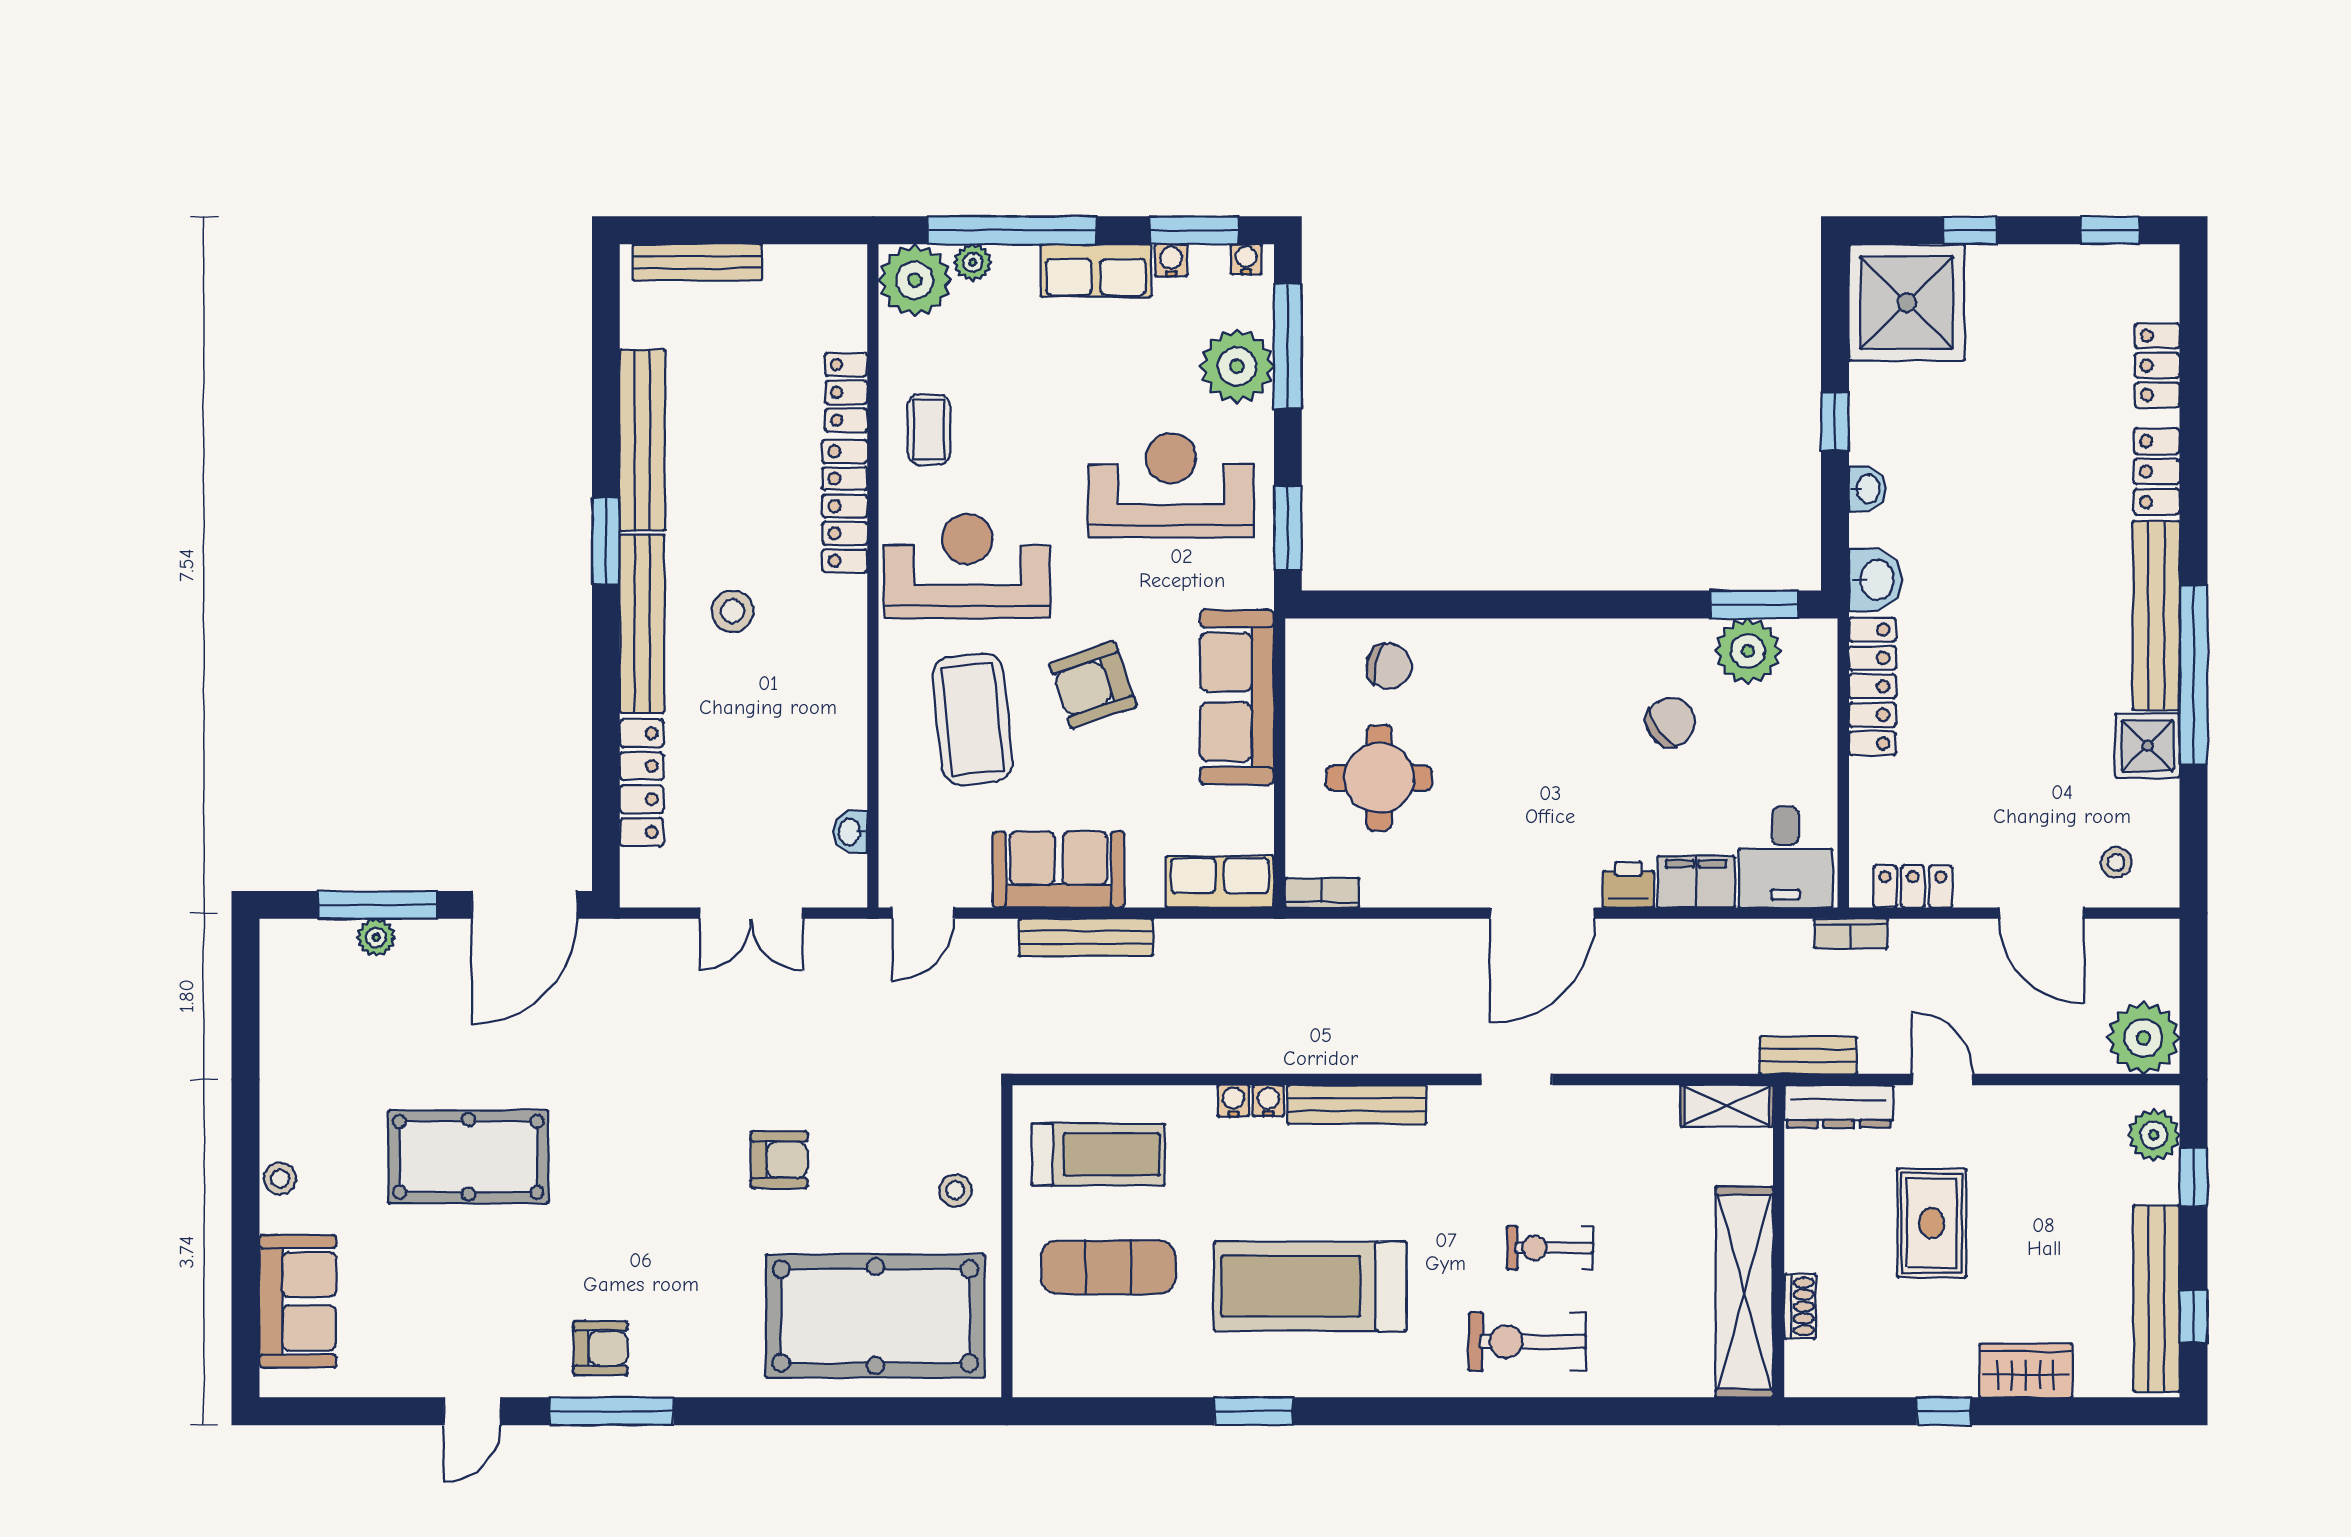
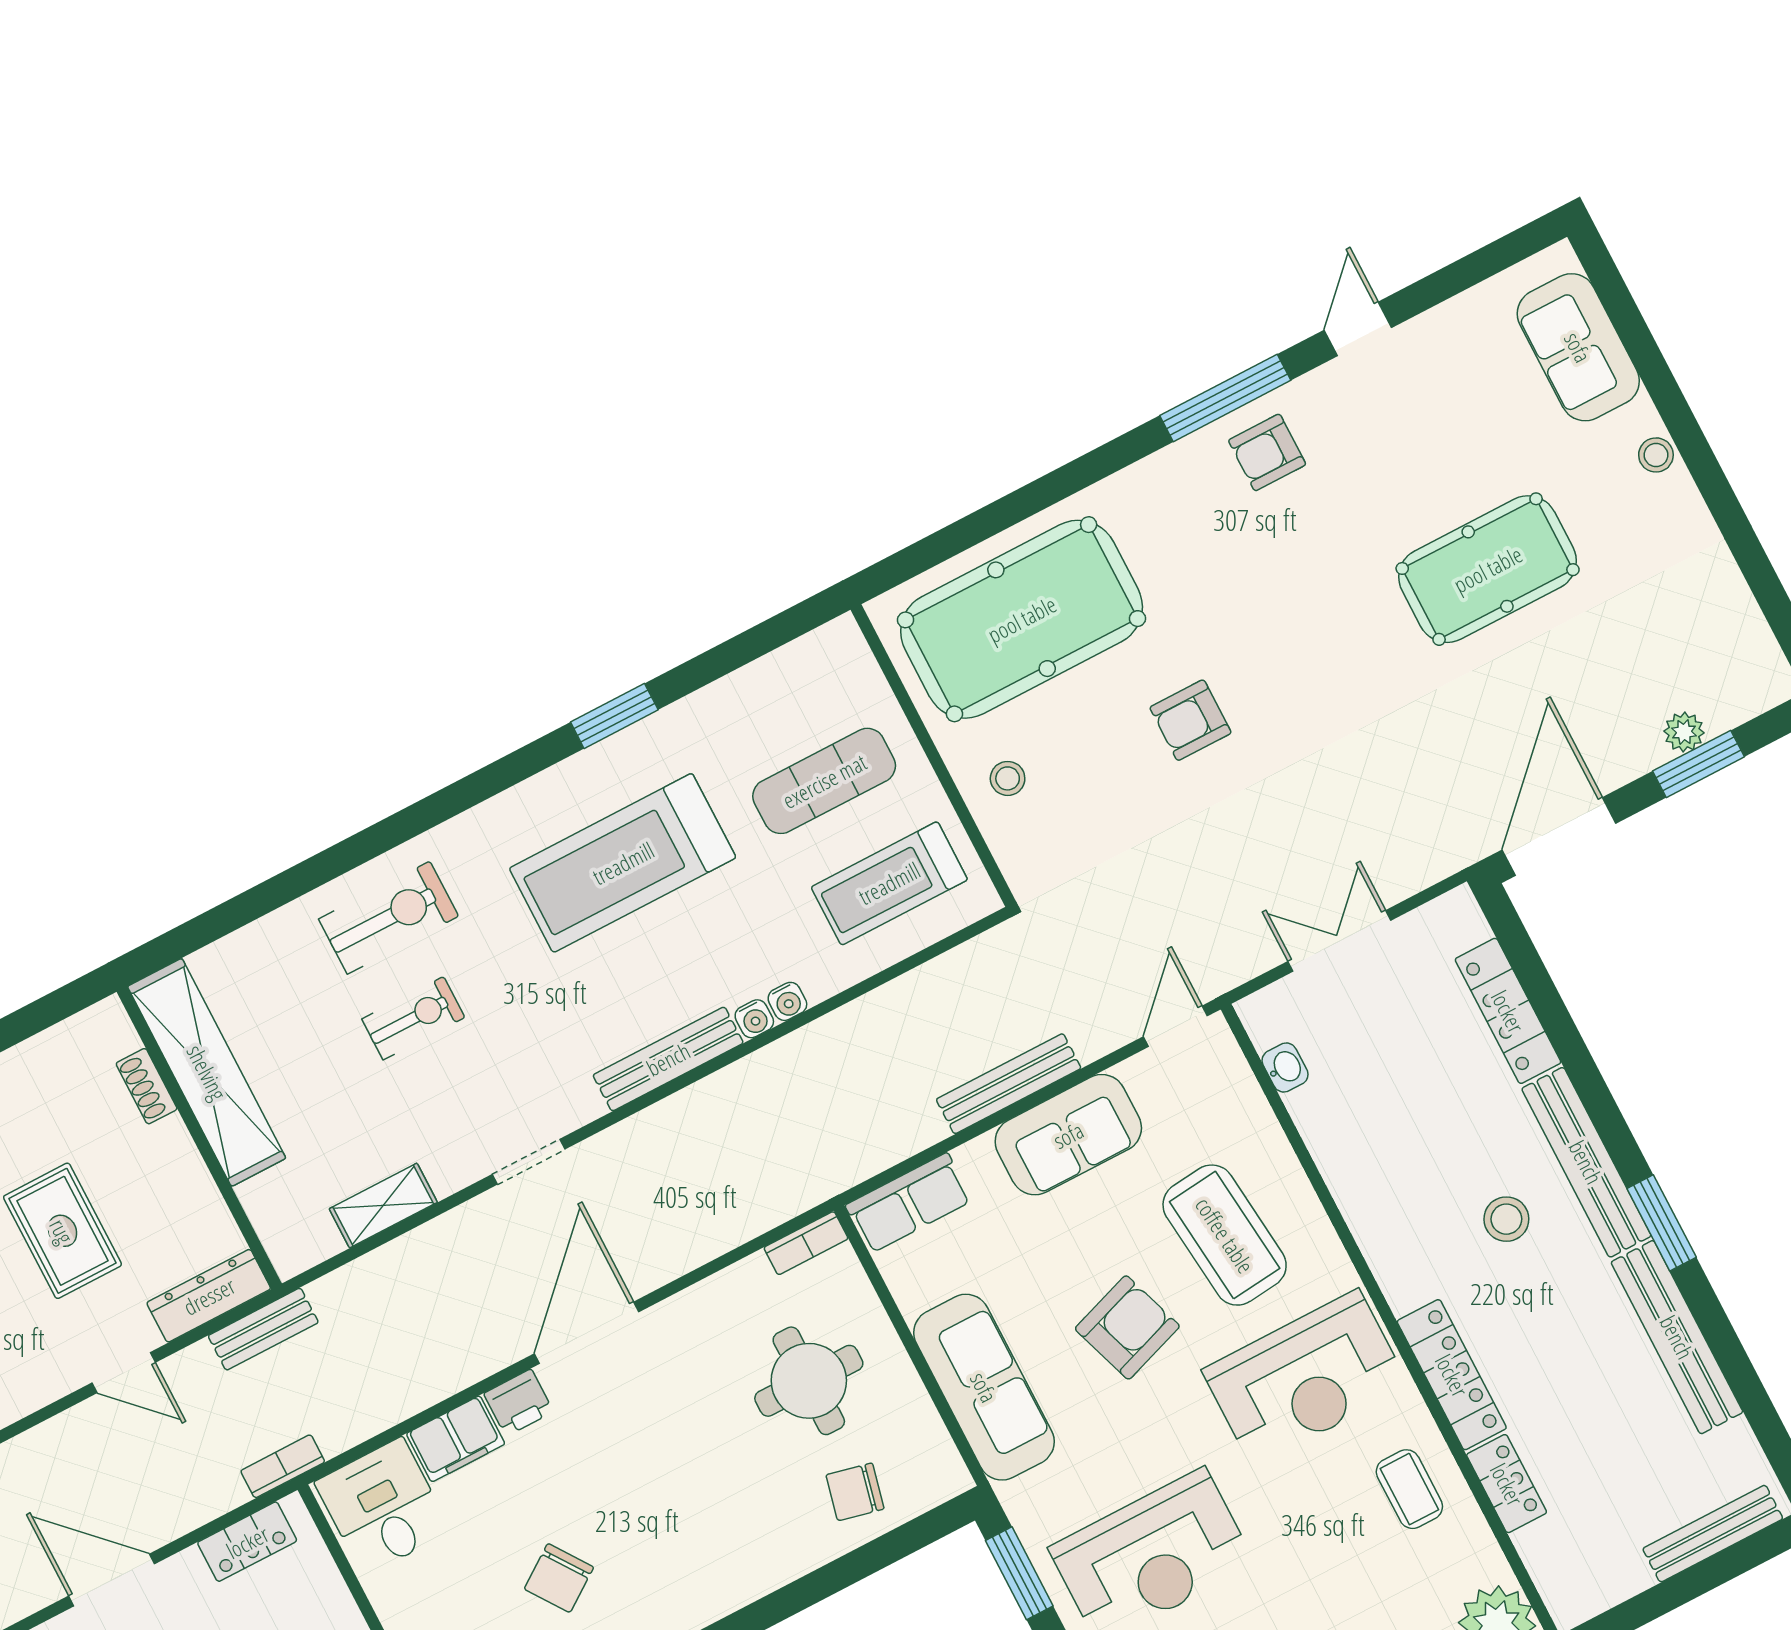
window: (378, 905) -> (1698, 764), width x0.69
shelving: (1727, 1106) -> (383, 1206), moved
treadmill: (1310, 1286) -> (623, 863), turned 180

